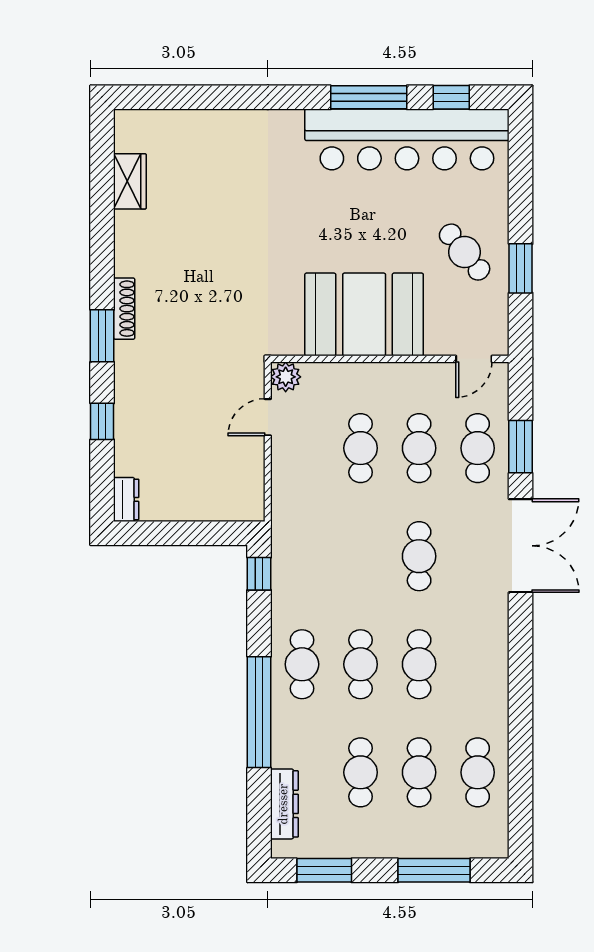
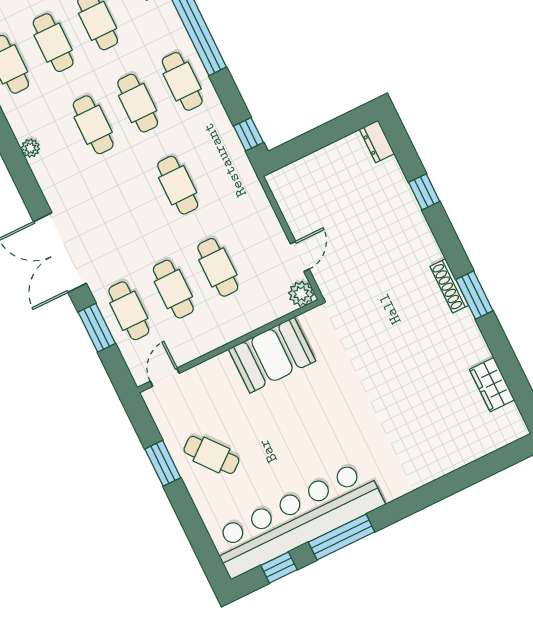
booth: (364, 314) -> (272, 355), width x0.73, depth x0.70
window: (102, 336) -> (474, 295), moved
cafe table: (419, 556) -> (178, 185), moved
plant: (498, 672) -> (30, 148), added

